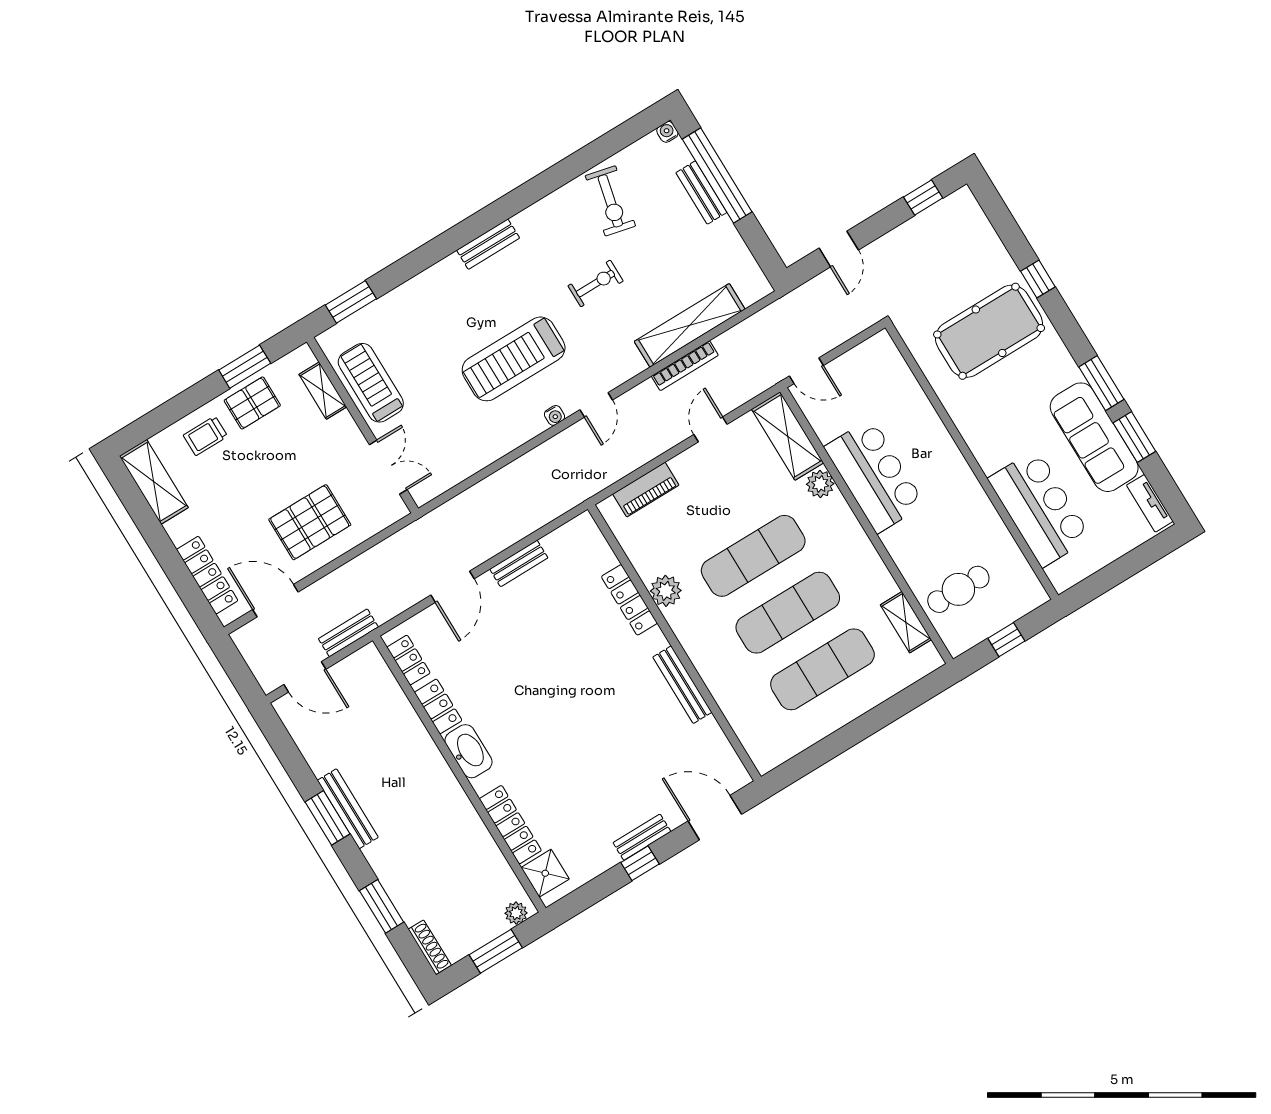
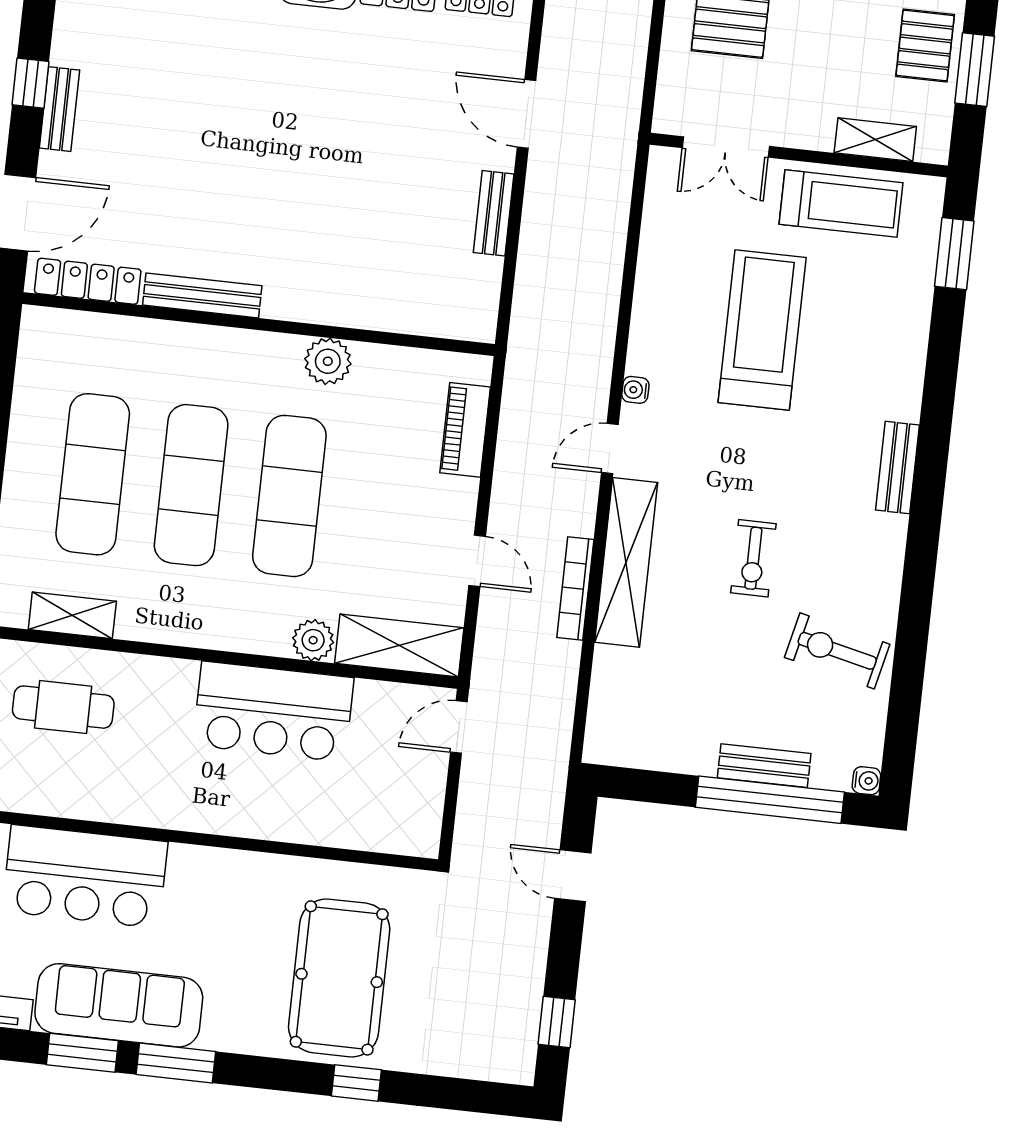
shelving: (690, 325) -> (626, 562), moved
treadmill: (514, 359) -> (762, 330), moved
door: (596, 405) -> (610, 449), hinge flipped
cafe table: (958, 589) -> (63, 707), turned 90
locker: (629, 600) -> (88, 281), moved

